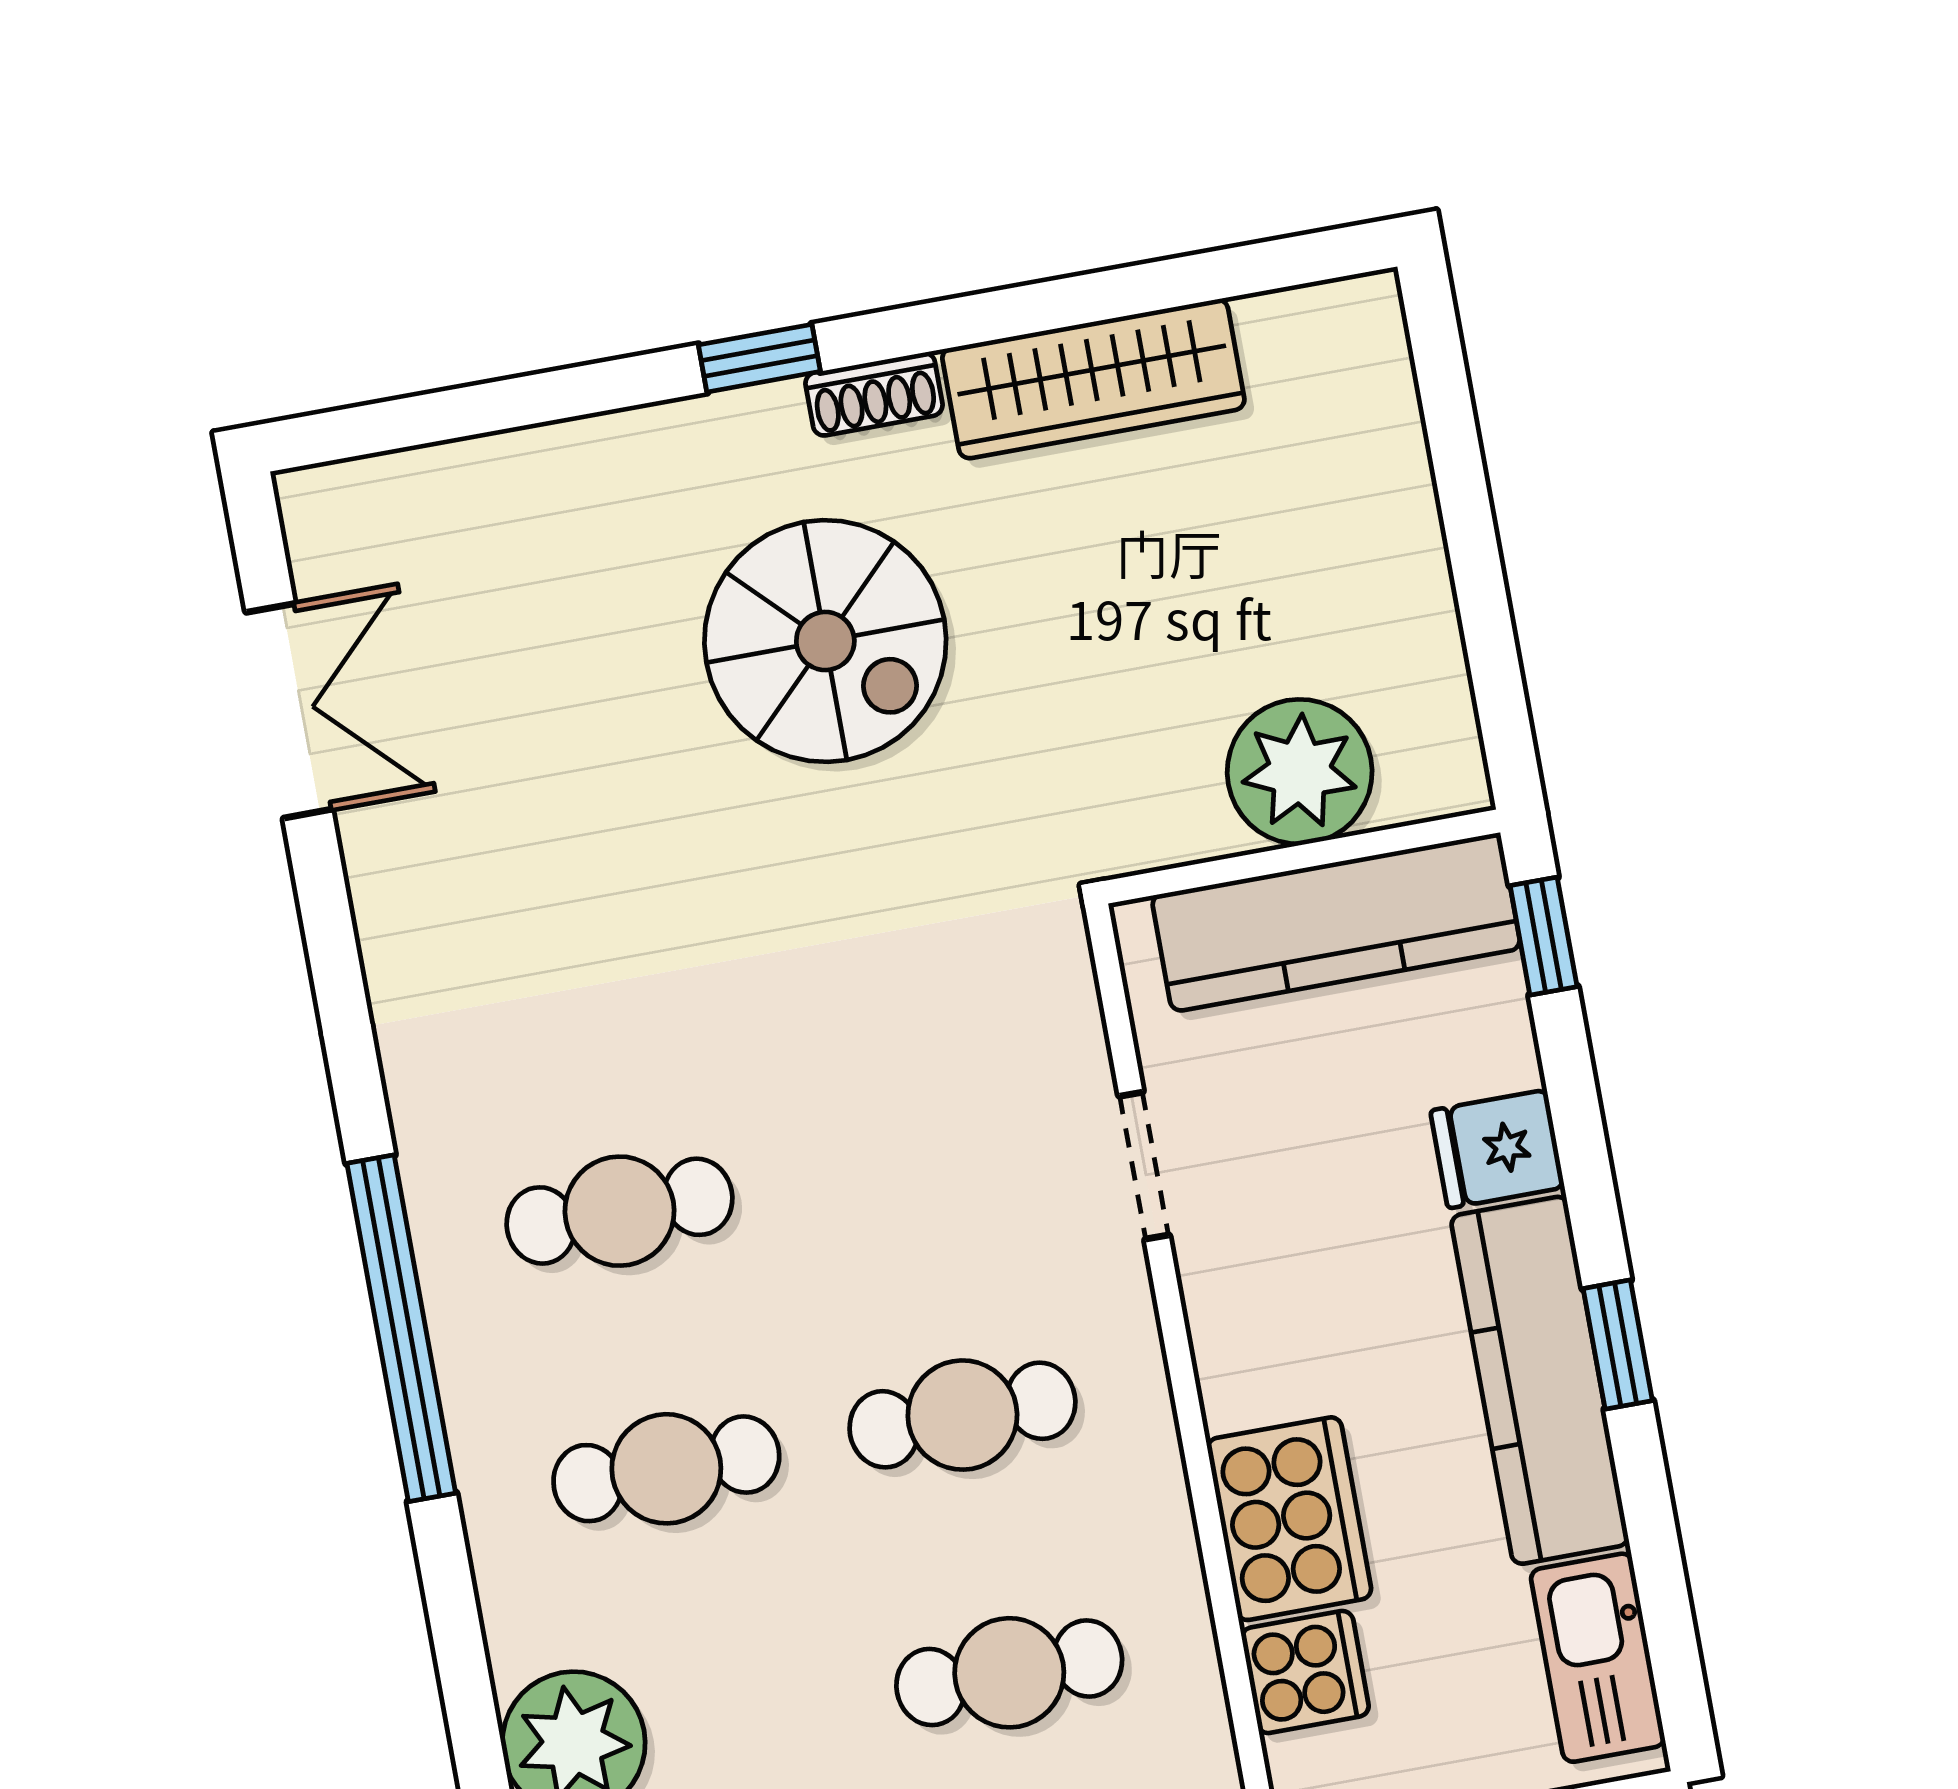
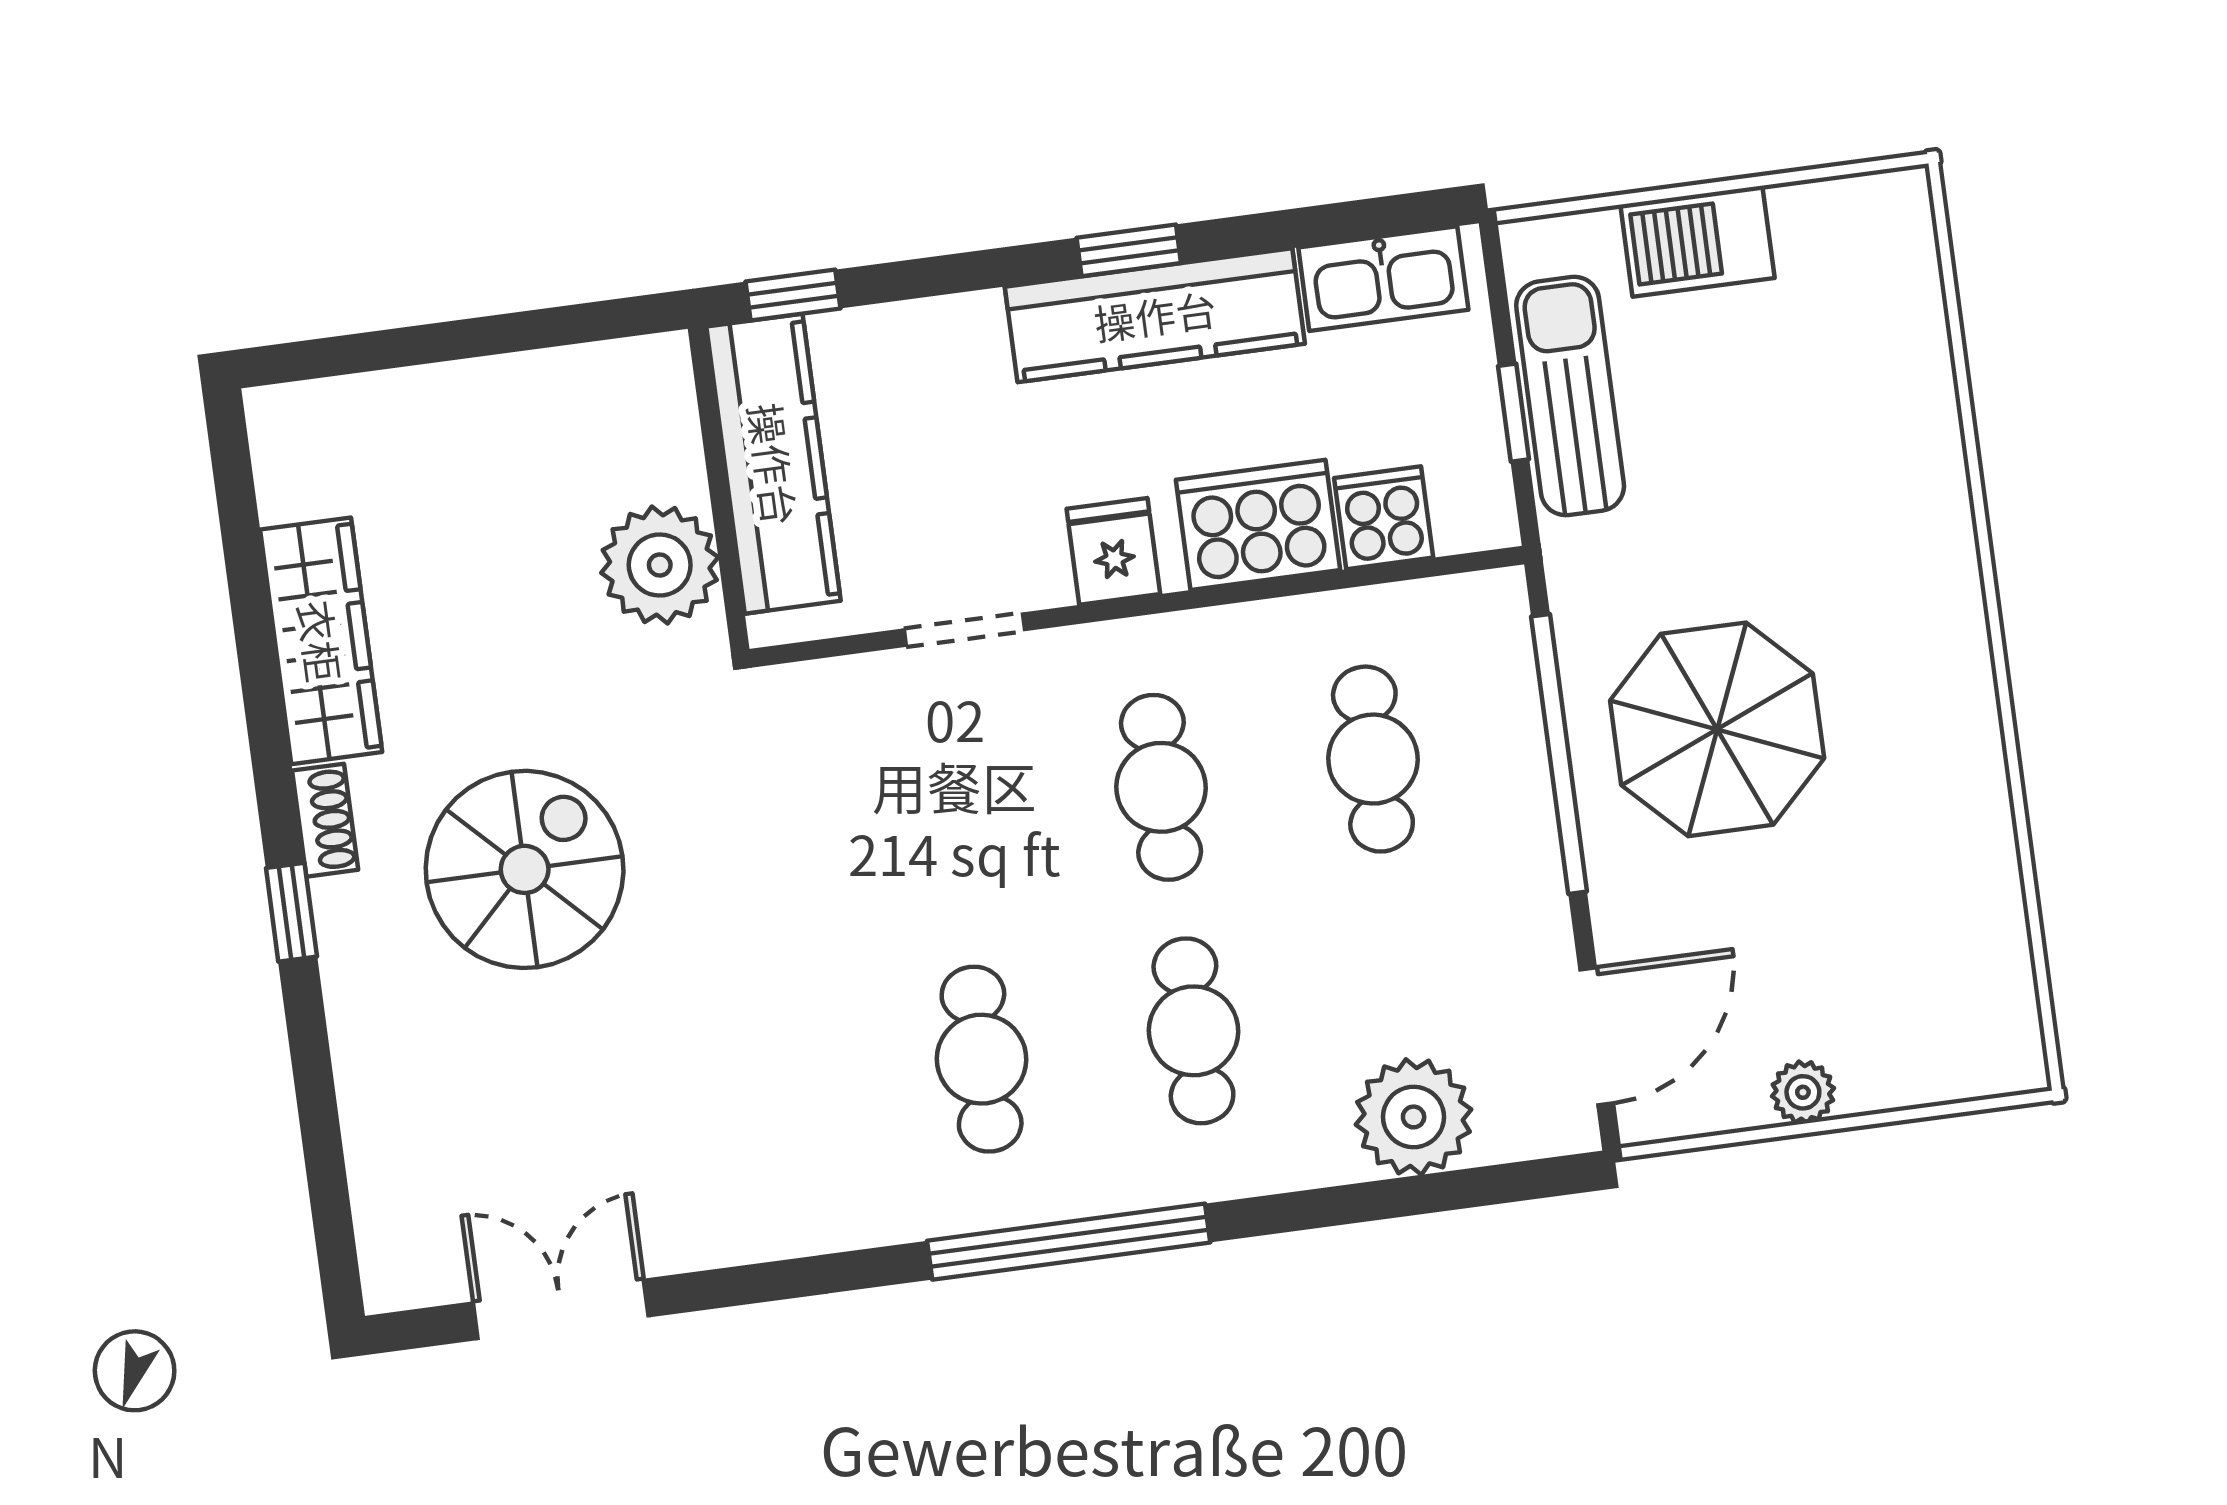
plant: (1300, 772) -> (660, 565), moved
fridge: (1497, 1149) -> (1113, 551), moved, turned 180

